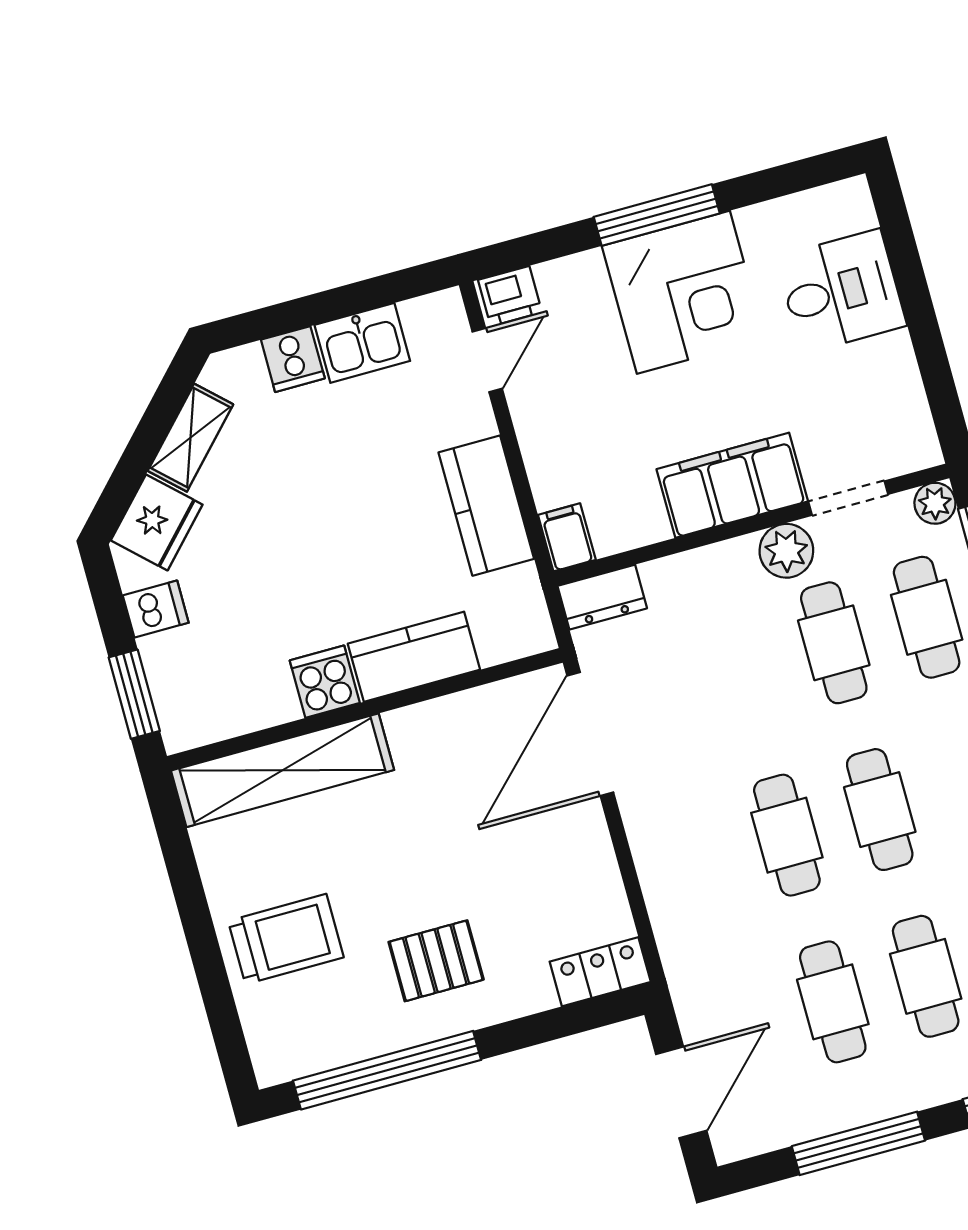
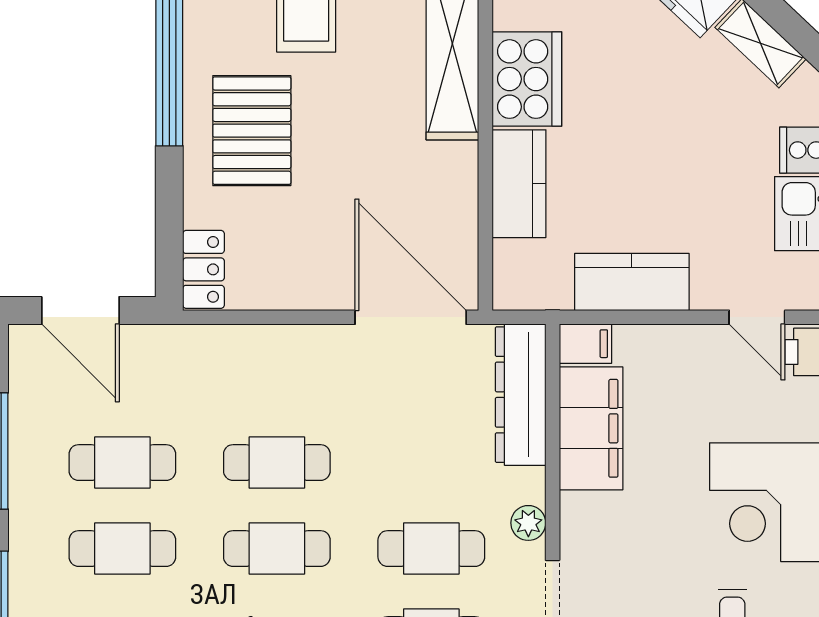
filing cabinet: (732, 485) -> (591, 428), moved
plant: (786, 551) -> (528, 523), width x0.73, depth x0.73
dresser: (602, 597) -> (521, 395), width x1.96, depth x1.24
cooker: (325, 682) -> (527, 79), width x1.87, depth x1.31
pallet: (436, 961) -> (252, 131), width x1.50, depth x1.42

